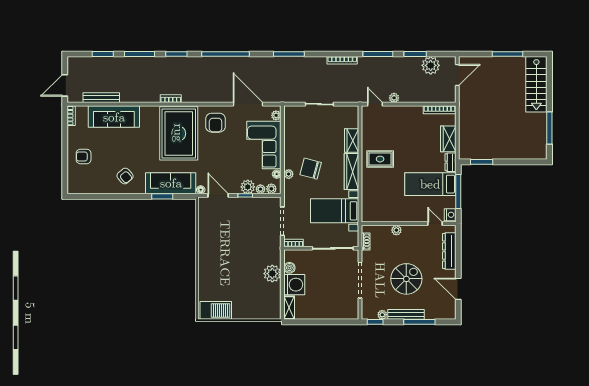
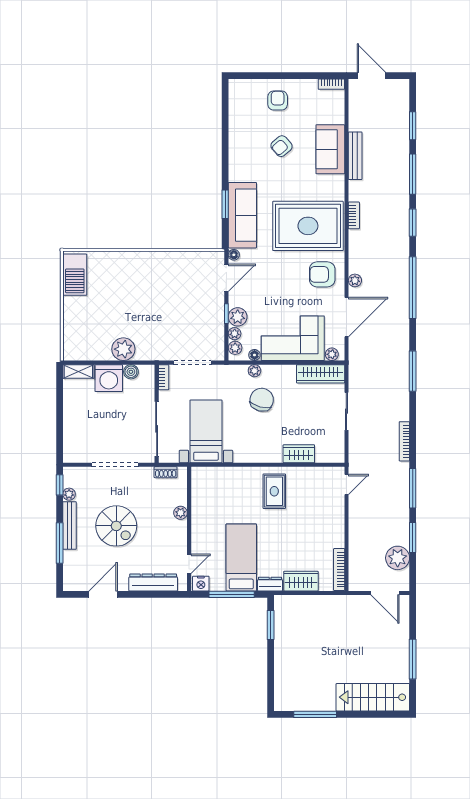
bench: (101, 98) -> (355, 156), moved
plant: (394, 98) -> (355, 280), moved
sofa: (114, 117) -> (330, 149), width x0.73
wardrobe: (351, 171) -> (321, 374), moved, turned 180
armchair: (125, 176) -> (282, 146), moved

